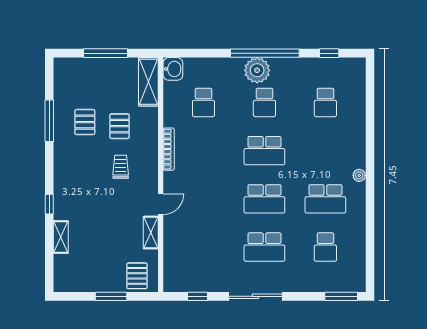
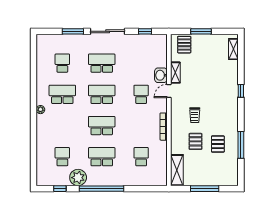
washbasin: (173, 69) -> (161, 75), moved
plant: (257, 70) -> (78, 178), moved
school desk: (264, 102) -> (102, 157), width x1.85
school desk: (204, 199) -> (141, 94), added
shelving: (61, 237) -> (233, 49), moved
window: (341, 296) -> (73, 31), moved

